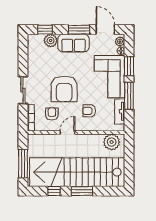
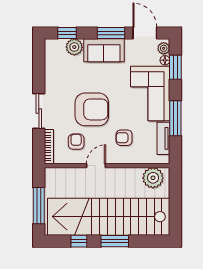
window: (129, 66) -> (175, 67), moved
armchair: (64, 89) -> (92, 109), turned -90

